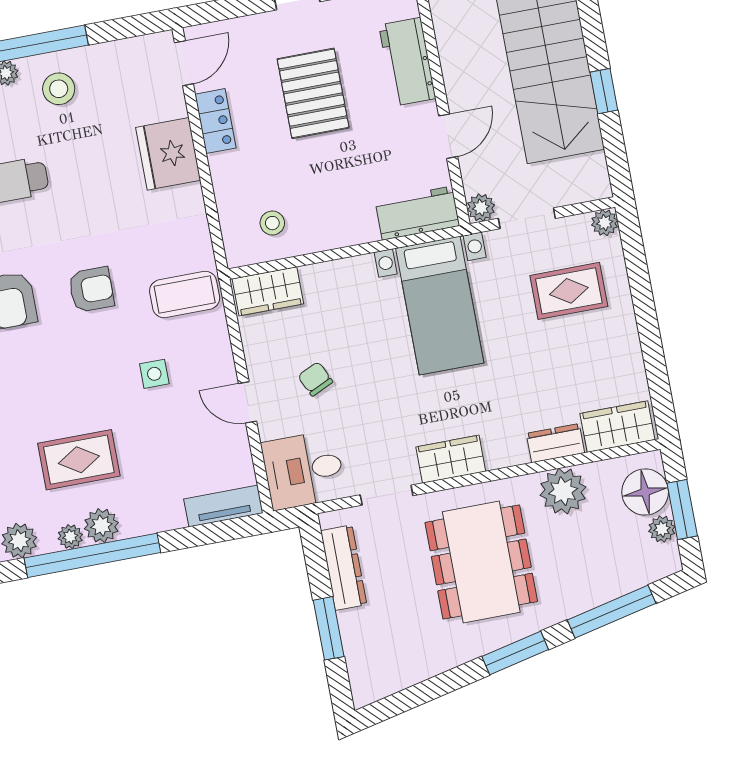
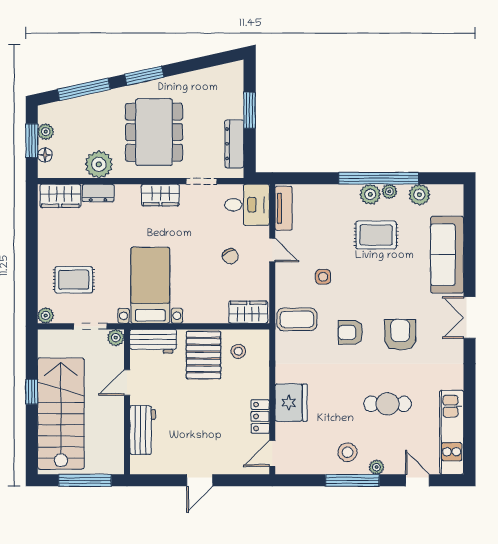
pallet: (313, 93) -> (203, 355), moved
floor lamp: (645, 492) -> (45, 155), width x0.53, depth x0.53
tv unit: (223, 506) -> (284, 208), moved, turned -90

